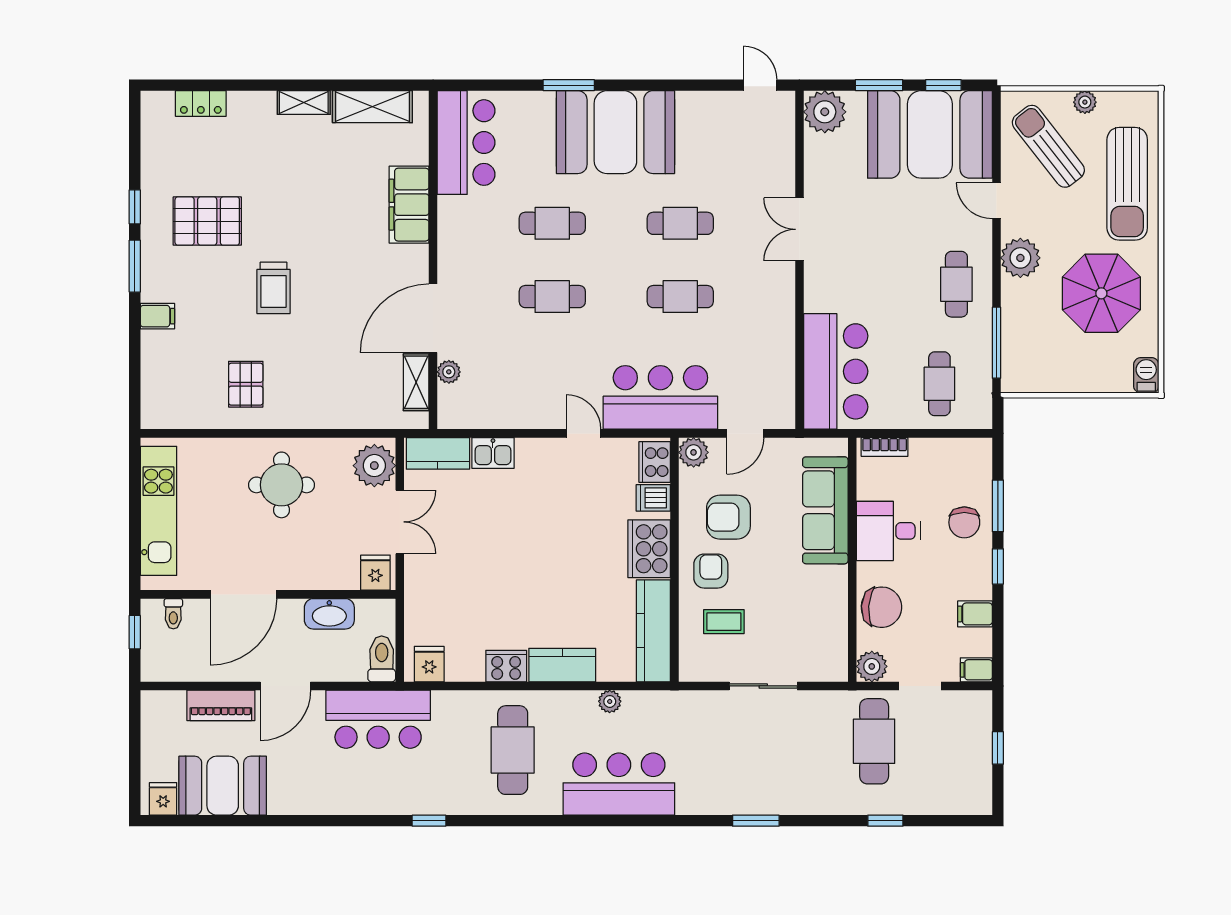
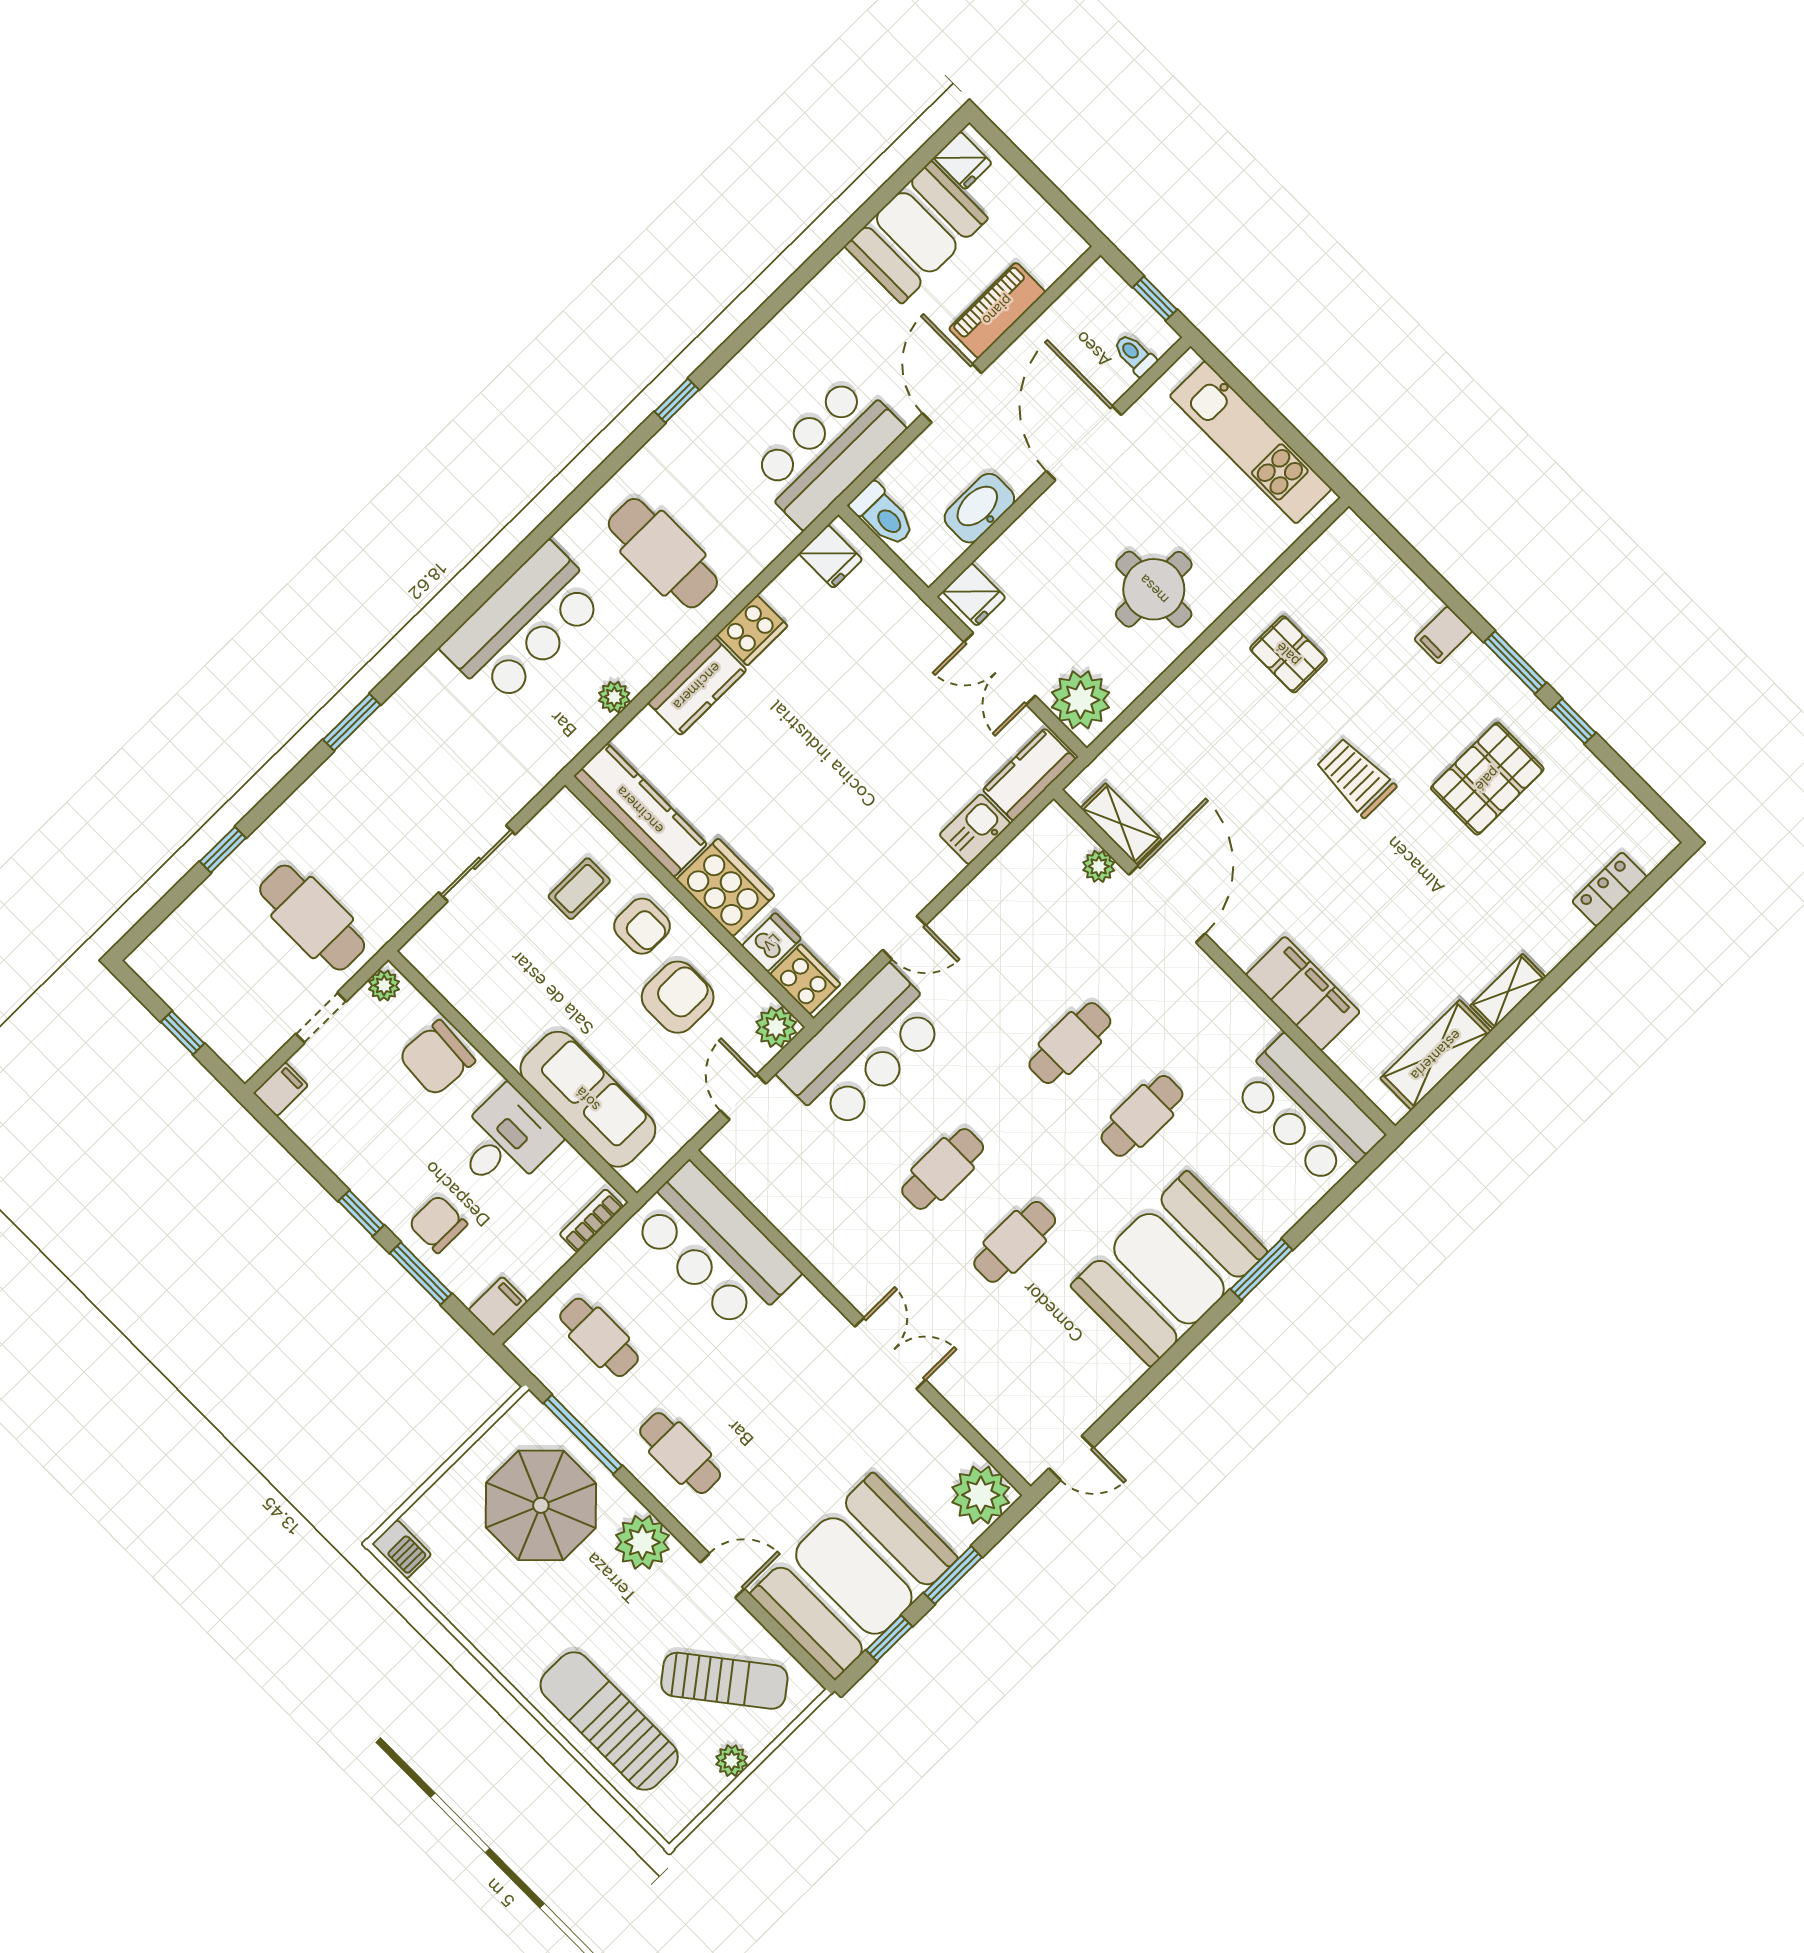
parasol: (1101, 293) -> (541, 1505), moved
filing cabinet: (975, 614) -> (498, 1306), moved
plant: (872, 666) -> (384, 985), width x0.73, depth x0.73

